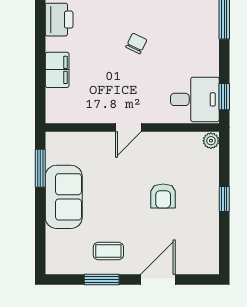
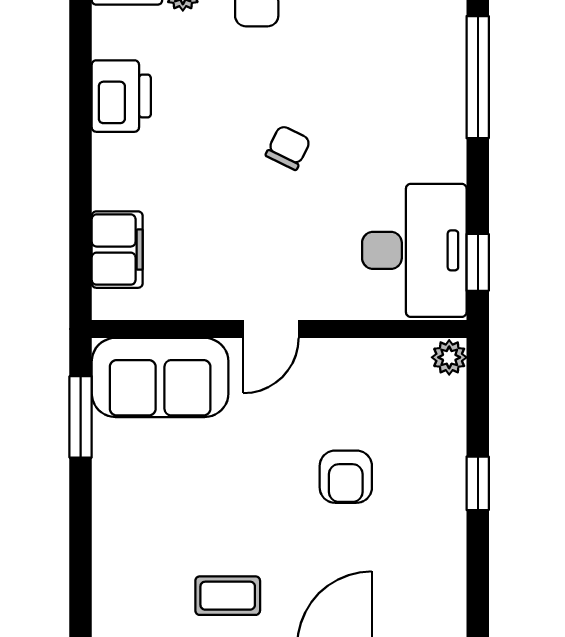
filing cabinet: (57, 70) -> (117, 250), moved
desk: (195, 99) -> (414, 250), width x1.37
sofa: (64, 197) -> (160, 377), moved, turned 90

